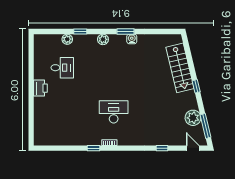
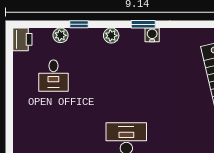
desk: (62, 68) -> (53, 76), turned 90
printer: (40, 88) -> (22, 39), moved

